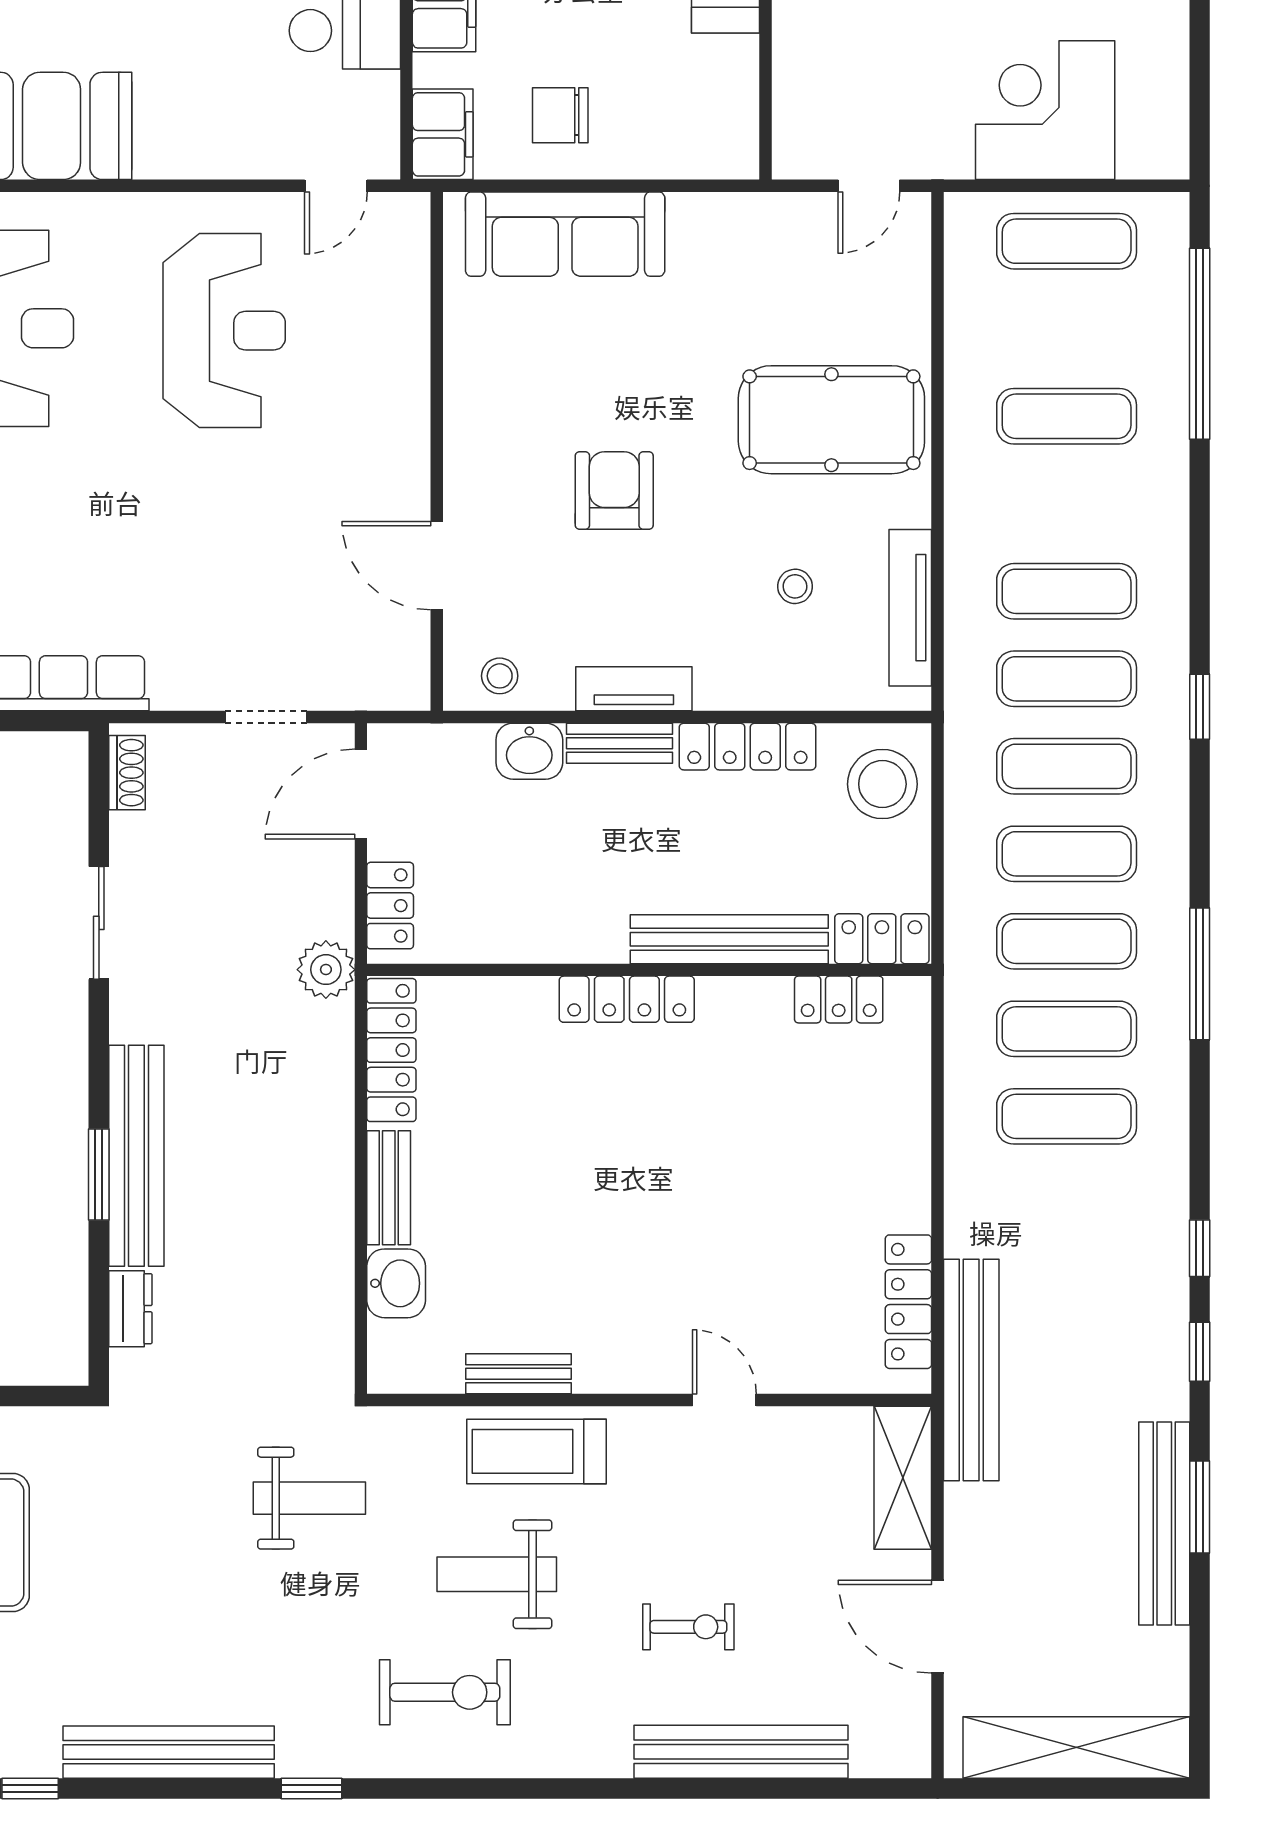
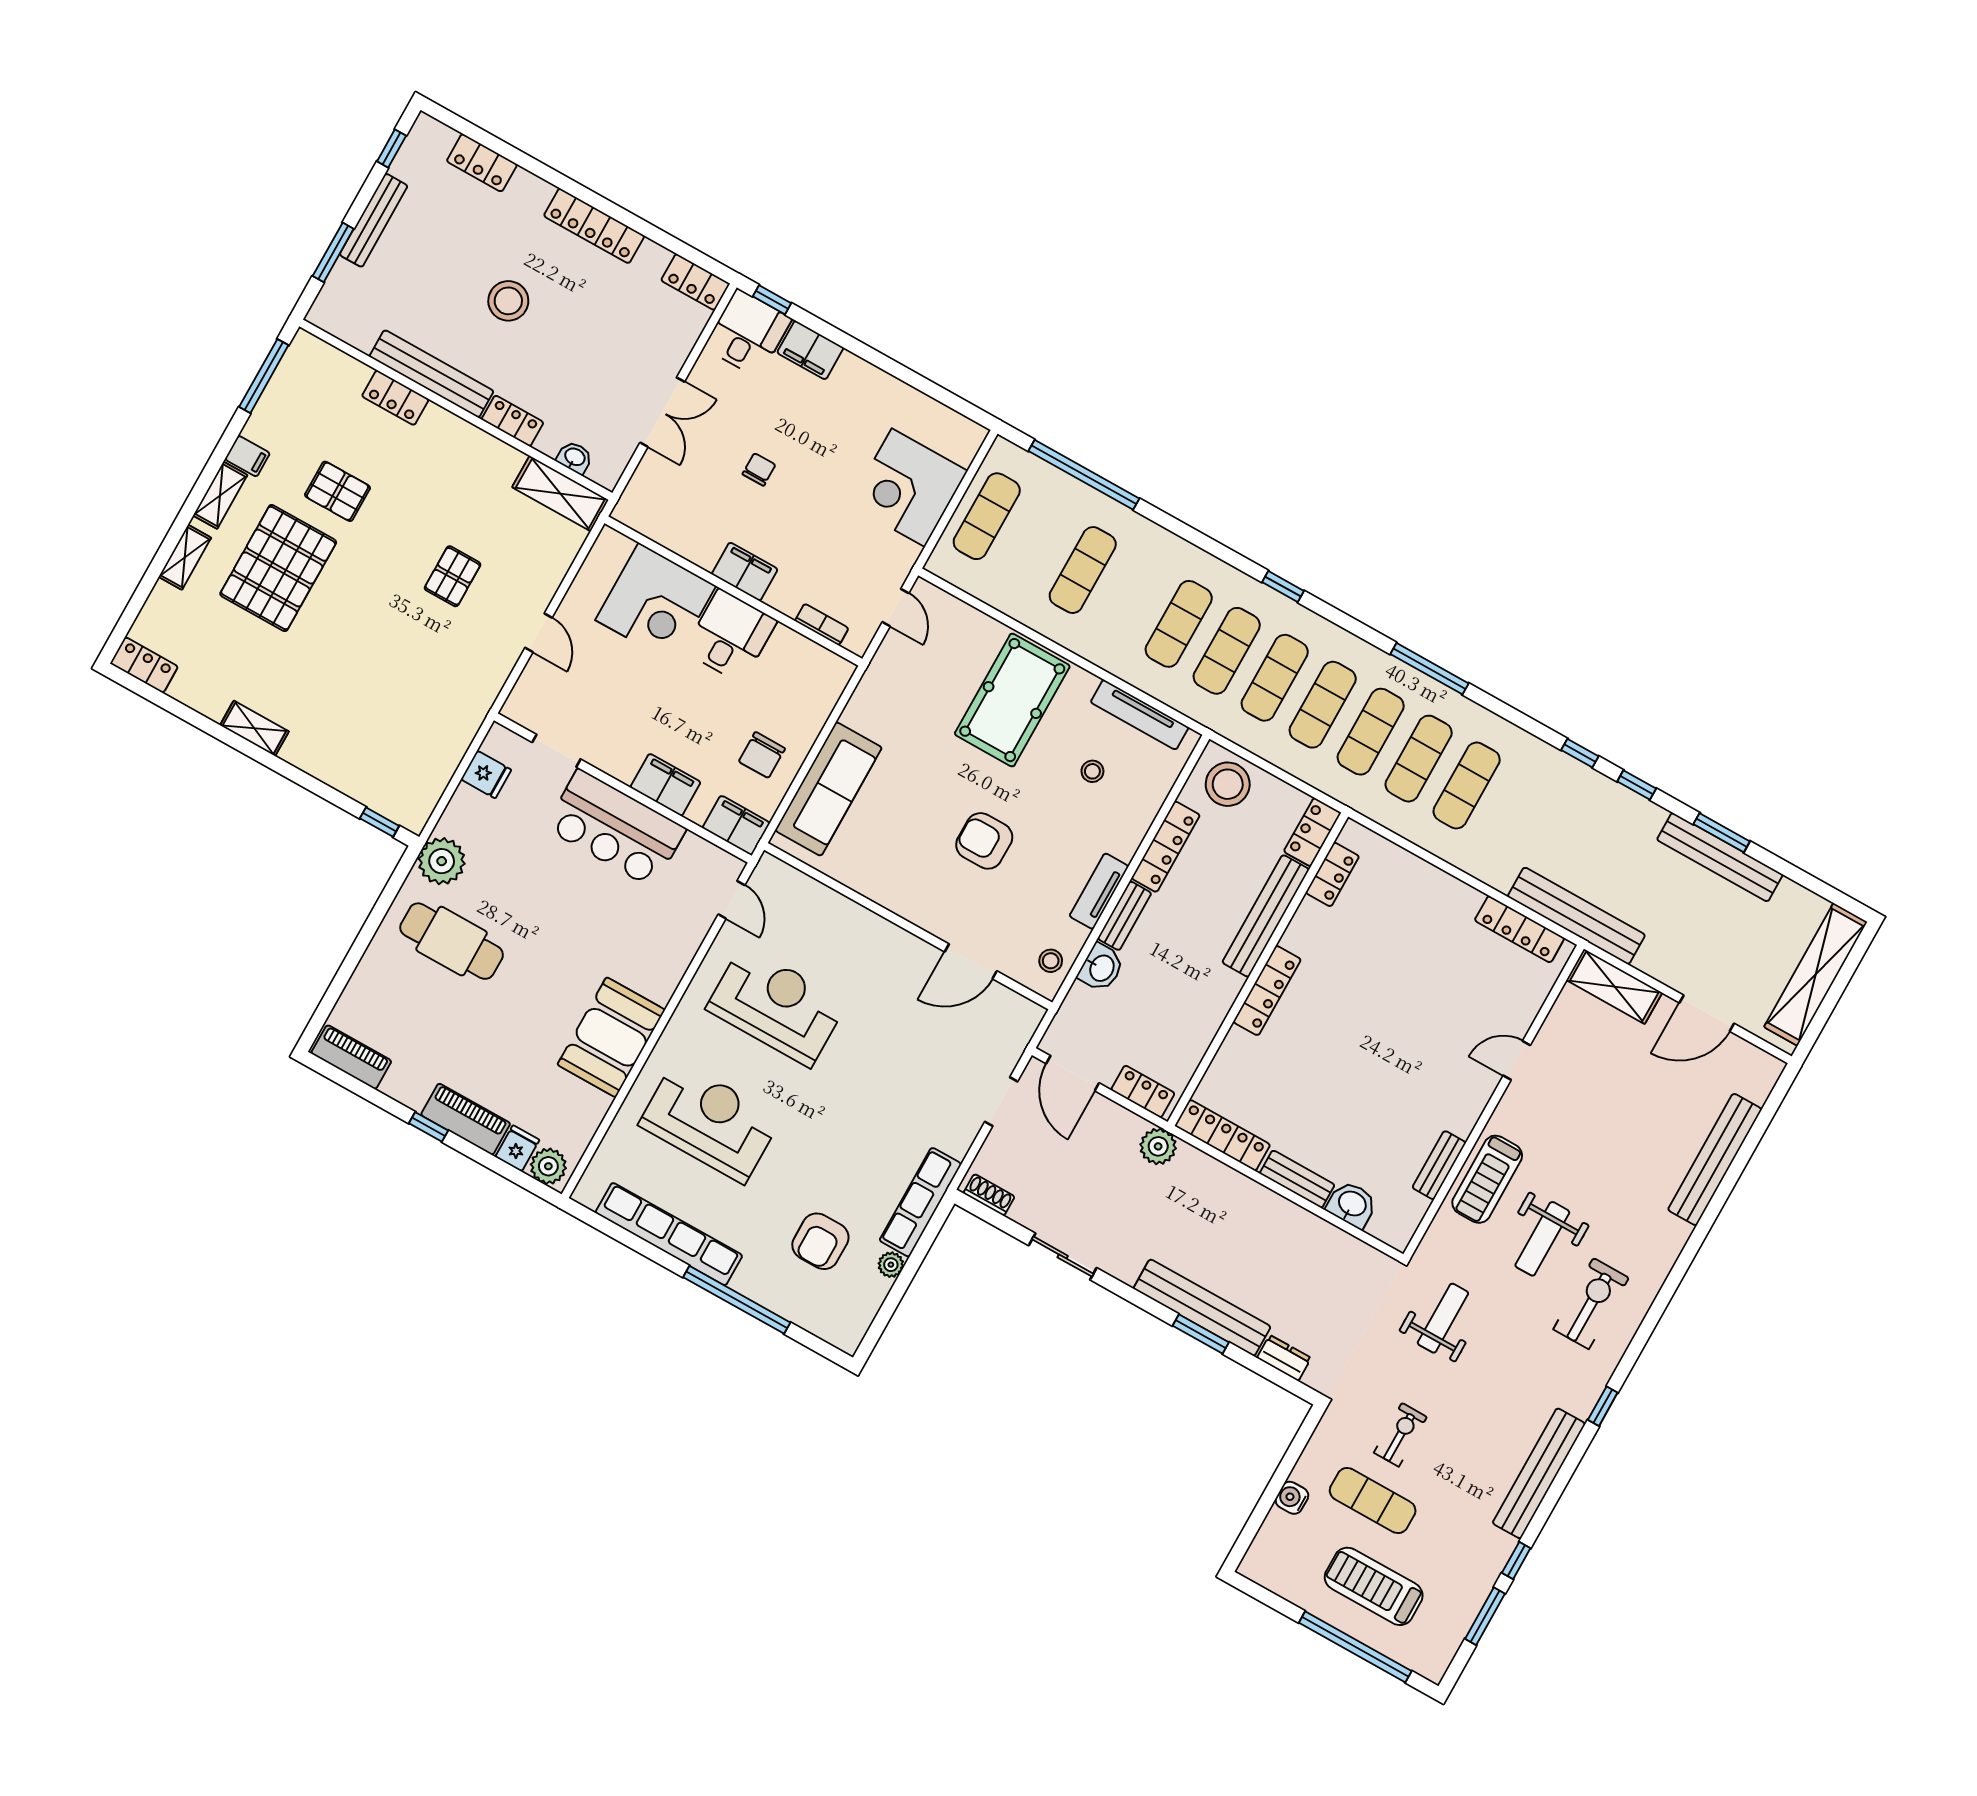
bookcase: (788, 97) -> (822, 625), added
exercise bike: (688, 1627) -> (1400, 1435), moved

